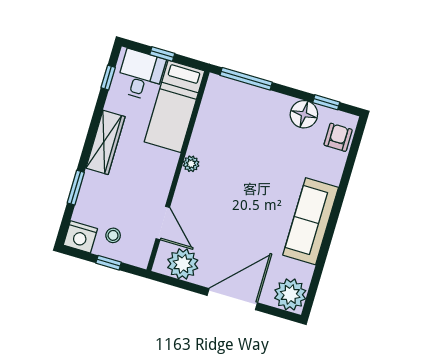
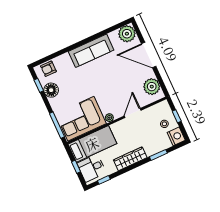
corner sofa: (225, 121) -> (81, 119), added
door: (163, 223) -> (133, 113), moved

